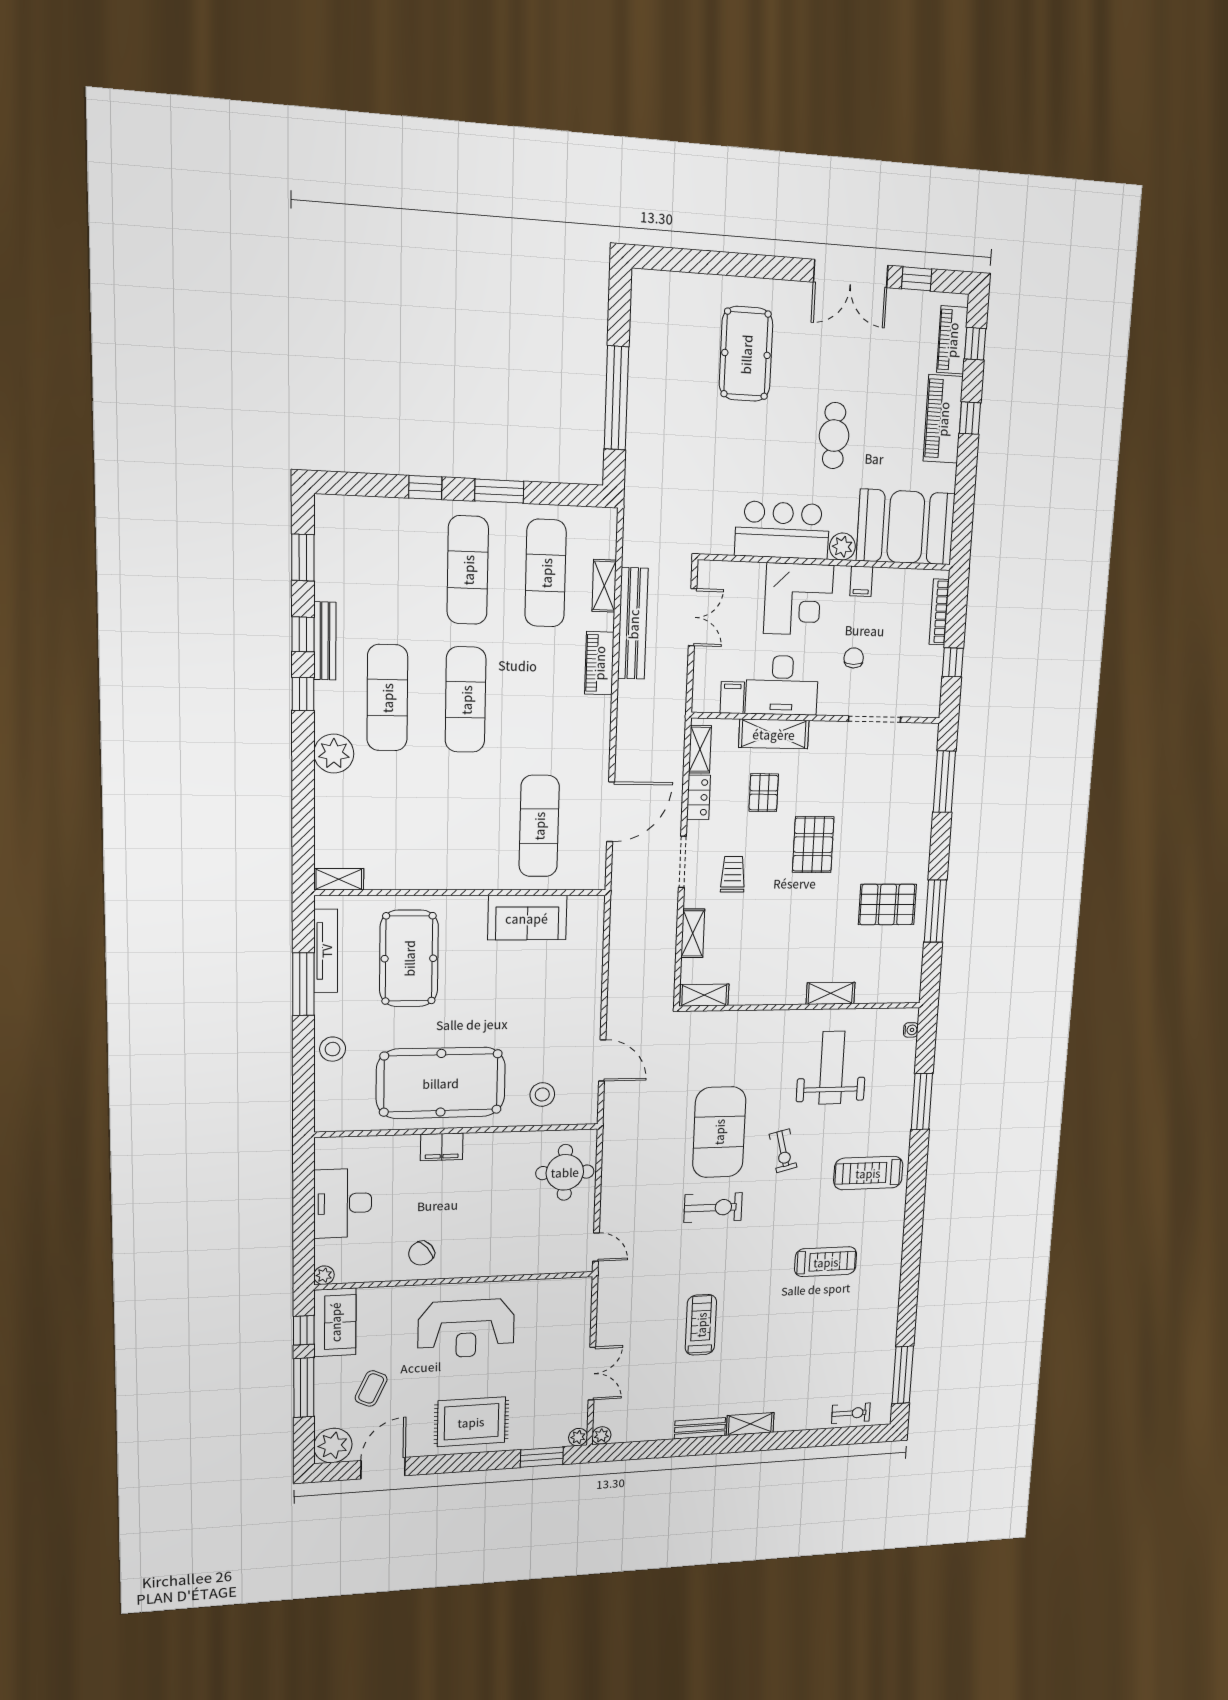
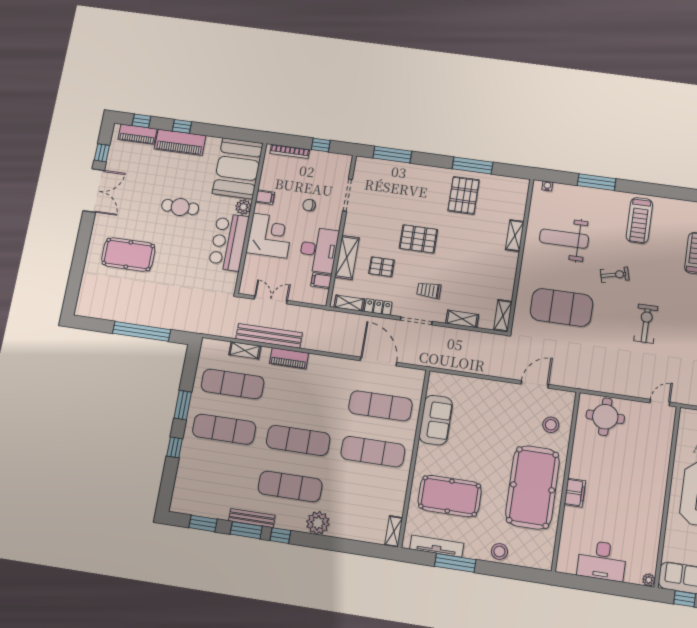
window: (303, 634) -> (246, 530), width x1.50
exercise mat: (463, 825) -> (373, 452), added
exercise mat: (719, 1132) -> (561, 307), moved
chair: (421, 1253) -> (645, 515), removed

